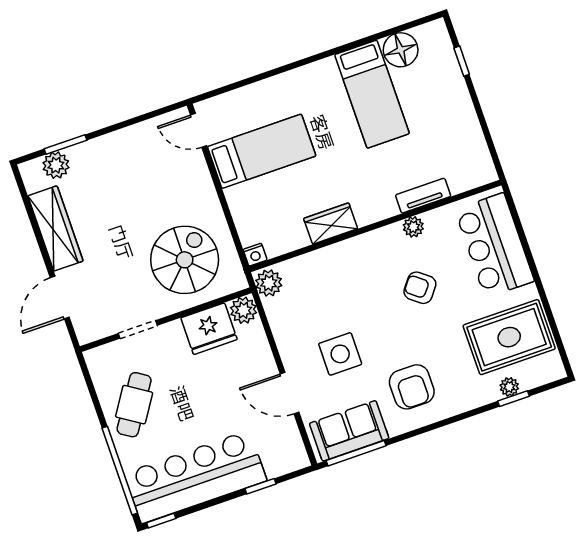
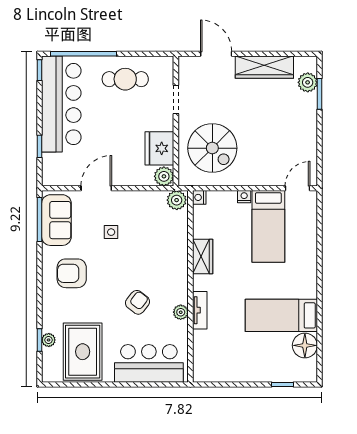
nightstand: (234, 196) -> (244, 197), added
tv unit: (423, 196) -> (200, 310), moved
side table: (340, 354) -> (111, 232), width x0.54, depth x0.54
cafe table: (134, 405) -> (125, 79), turned -33

